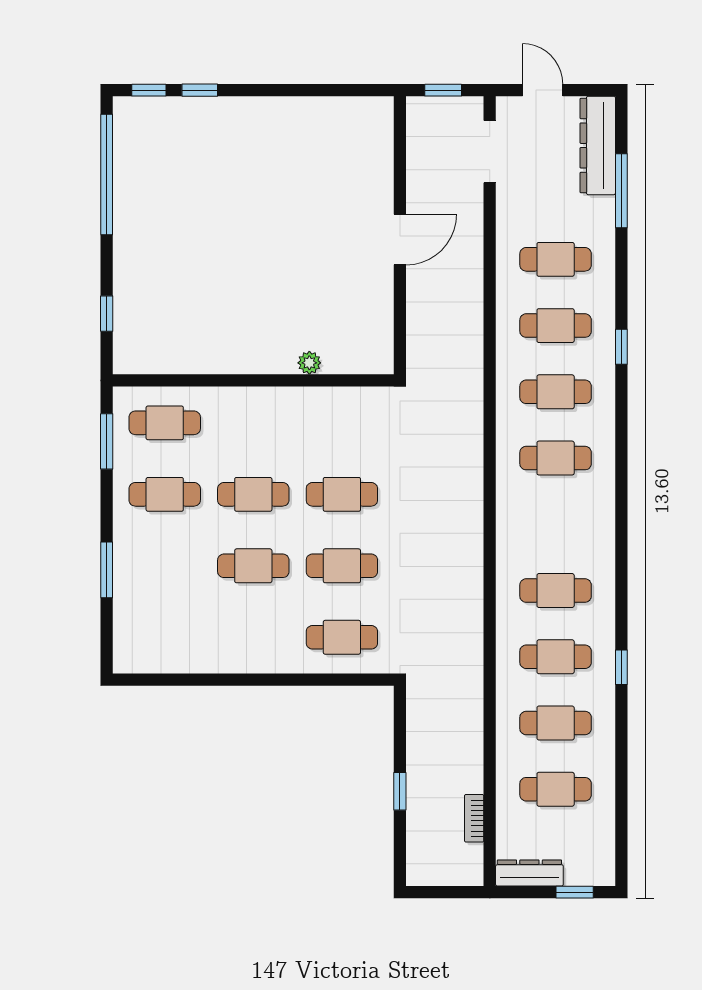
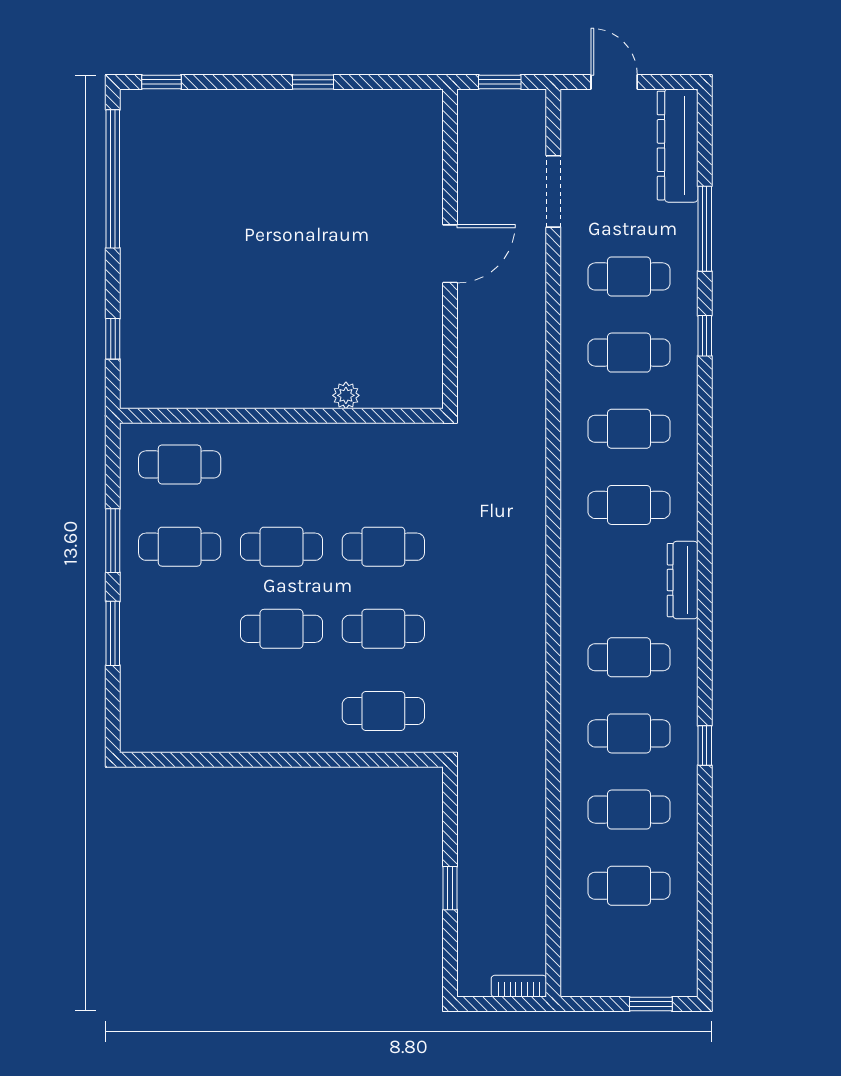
window: (200, 90) -> (313, 82), moved
doorway: (490, 152) -> (553, 191), moved
window: (621, 191) -> (705, 229), moved
window: (621, 347) -> (705, 336), moved
window: (107, 441) -> (113, 541), moved
bookcase: (474, 818) -> (519, 986), moved, turned 90
dresser: (529, 873) -> (683, 580), moved, turned -90

